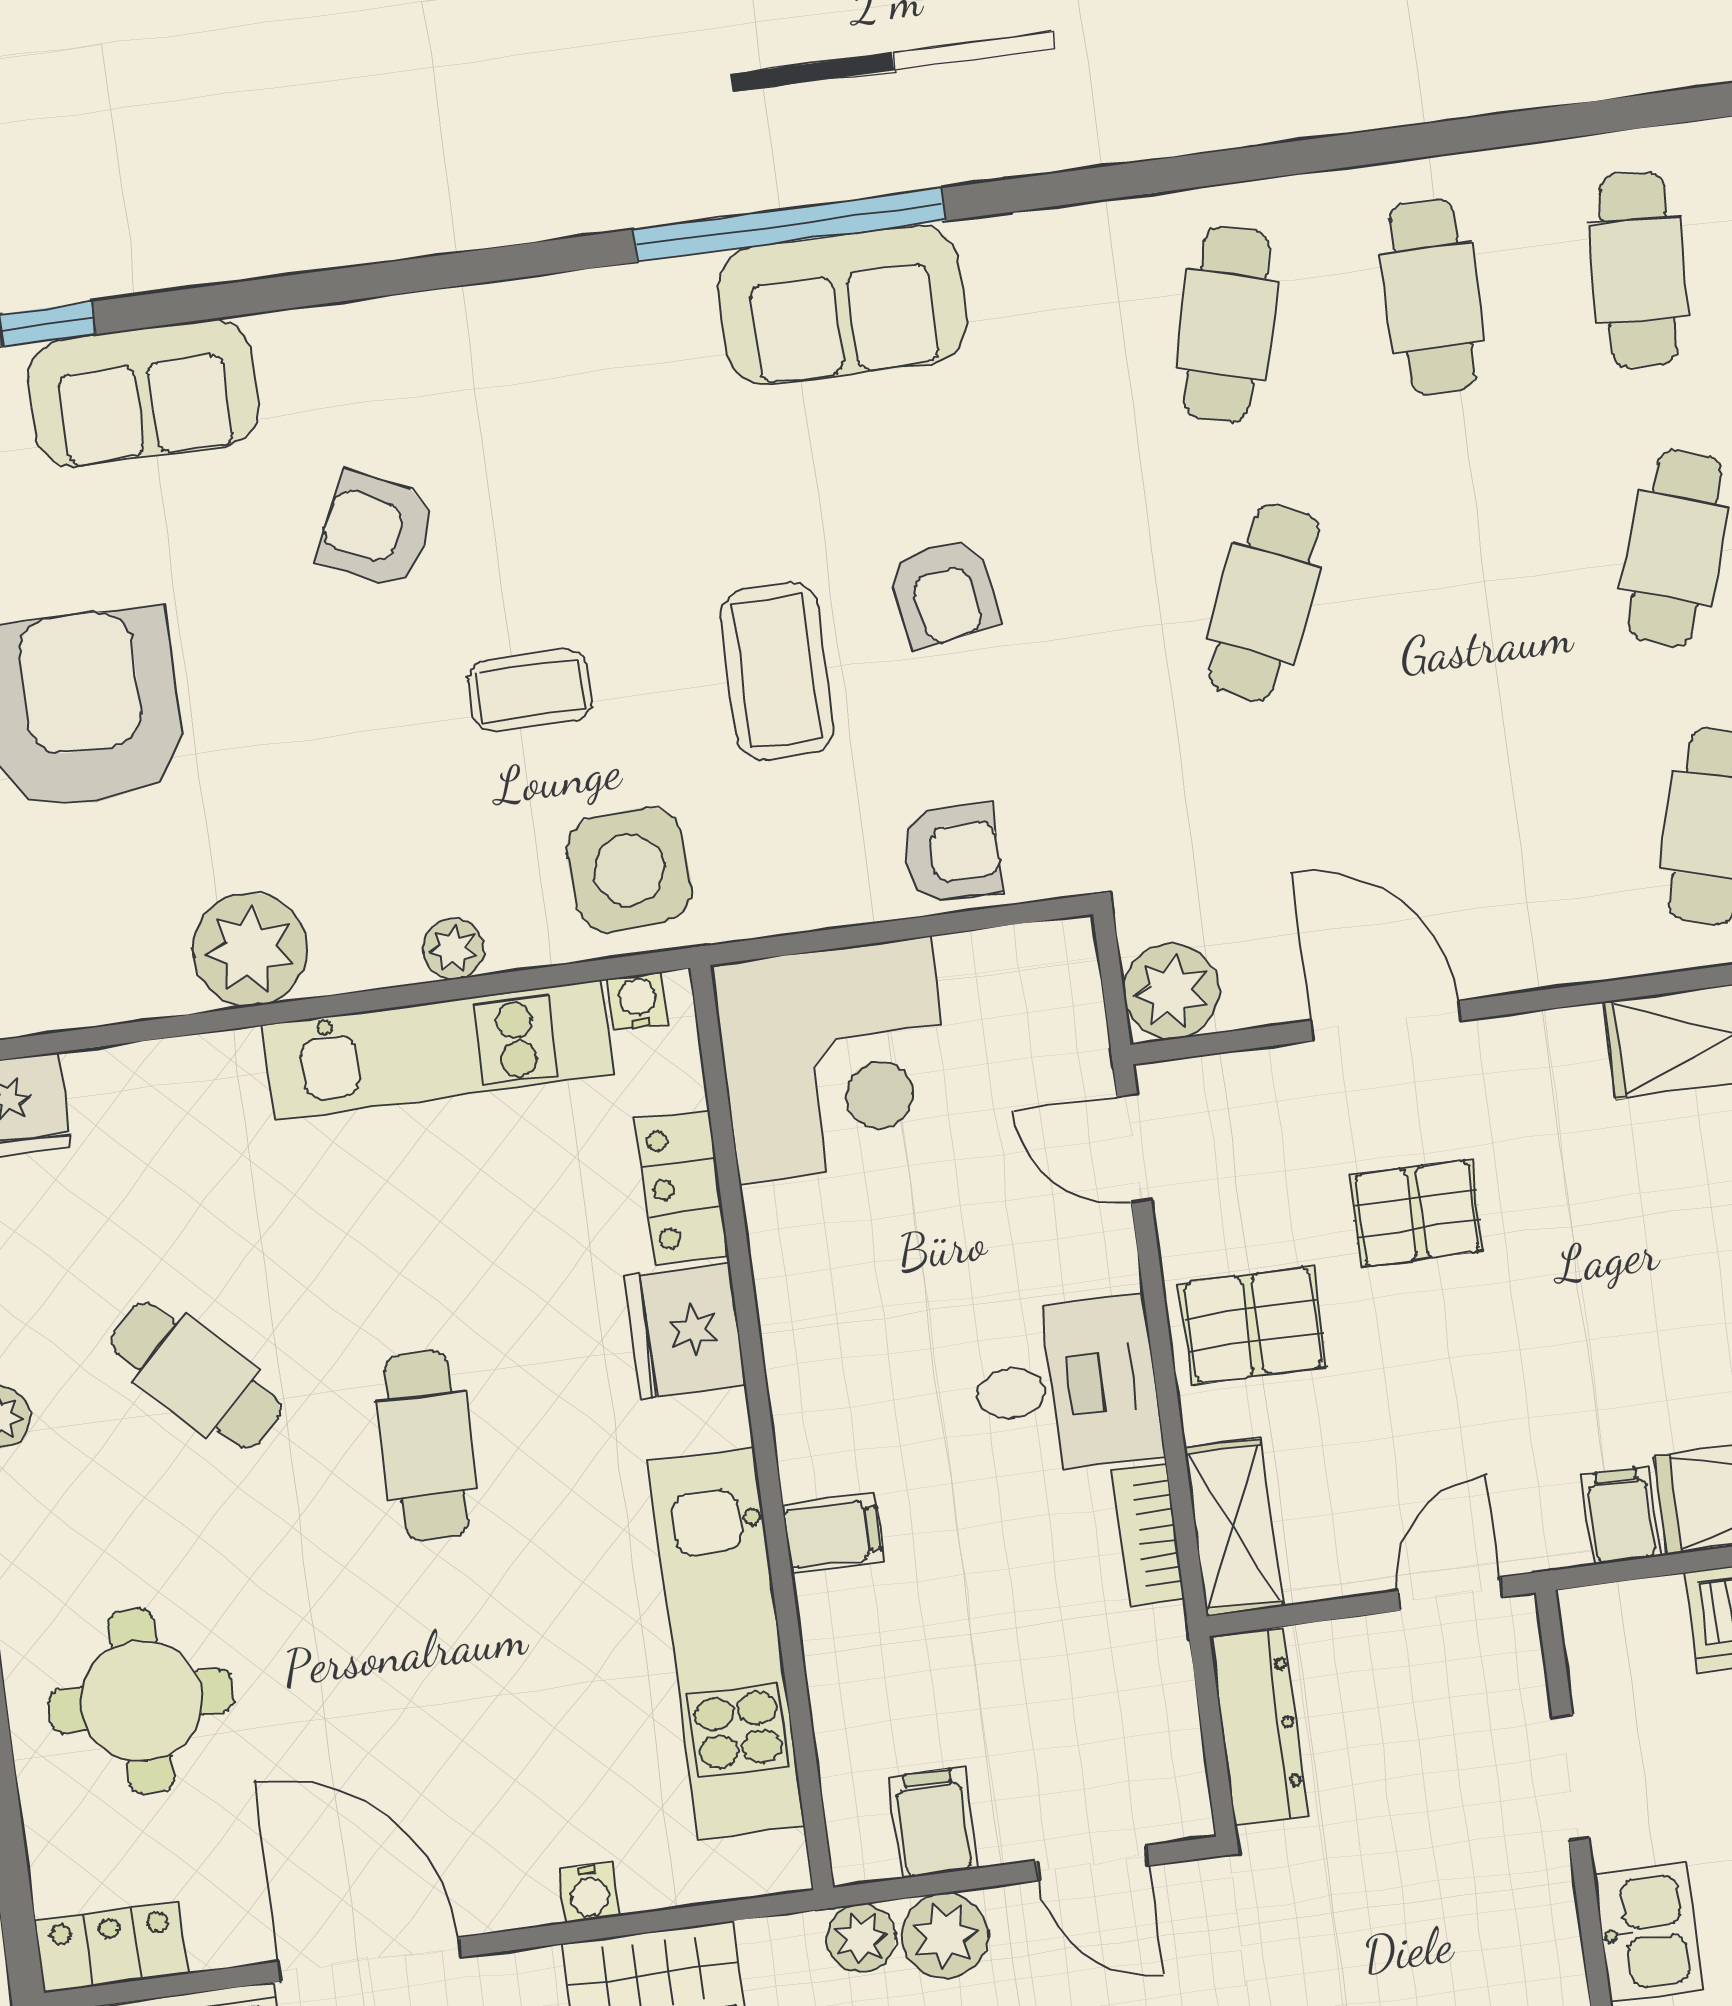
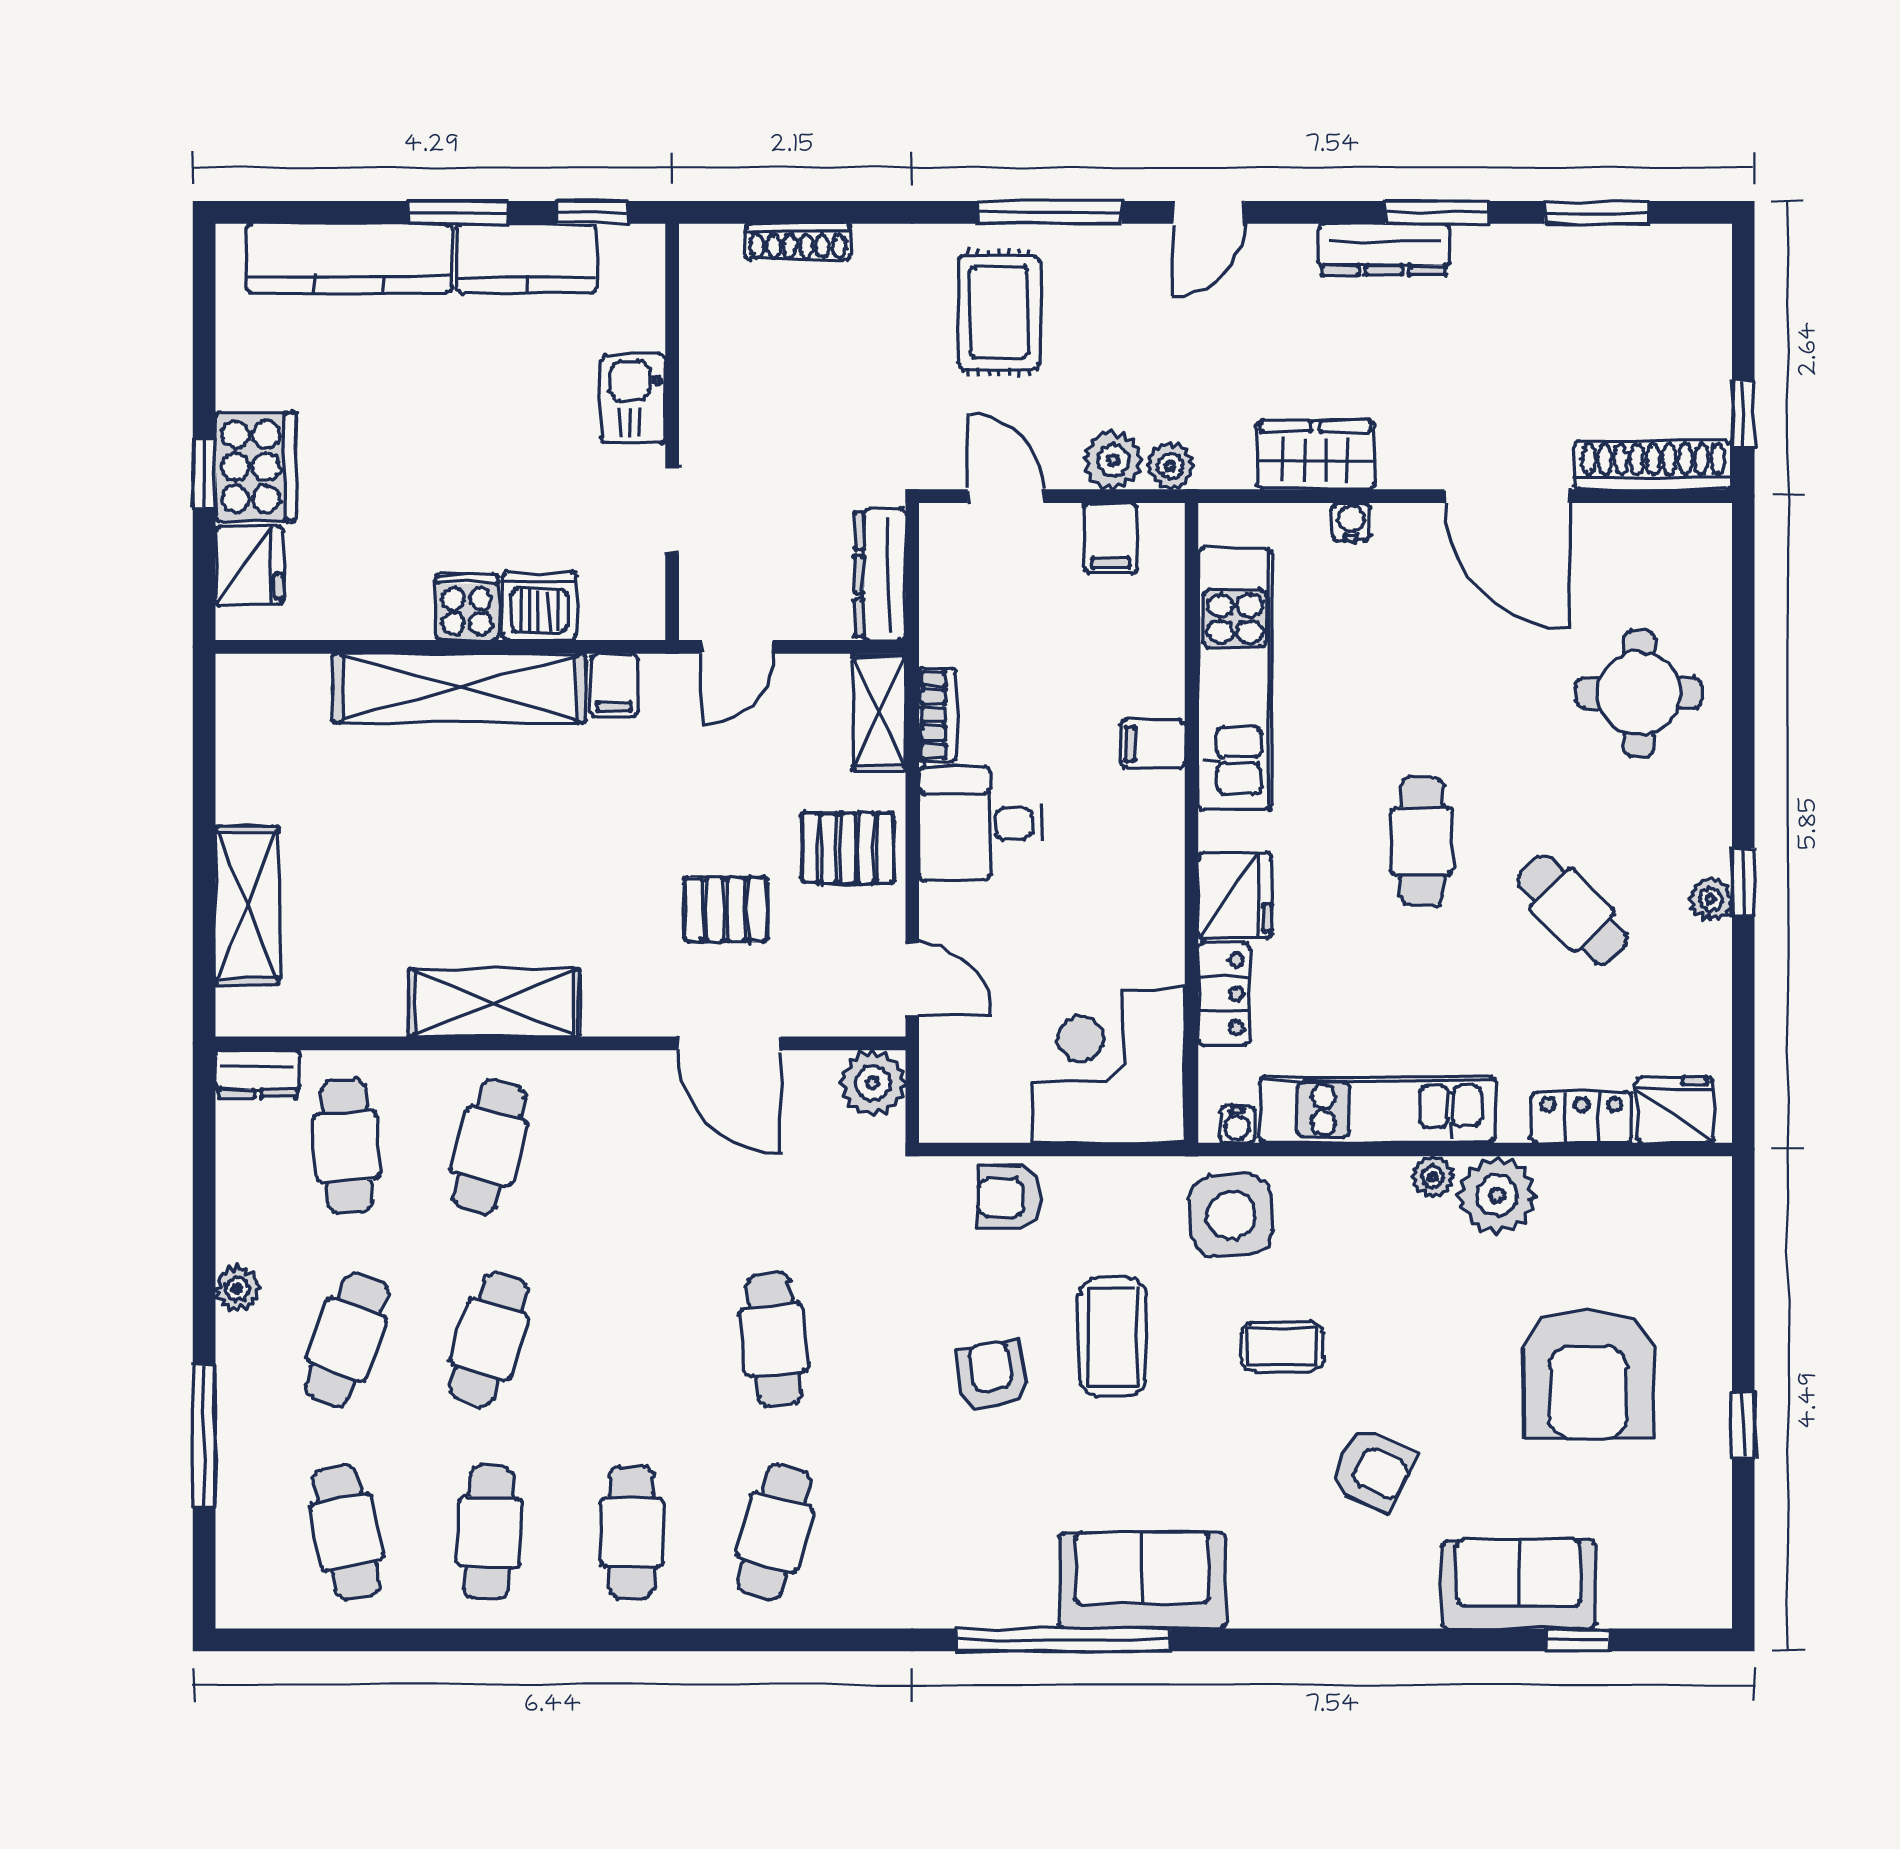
sofa: (842, 305) -> (1142, 1580), moved
cafe table: (1264, 603) -> (774, 1339), turned -30
plant: (453, 949) -> (1433, 1177), moved
locker: (112, 1947) -> (1582, 1117), moved, turned 180

